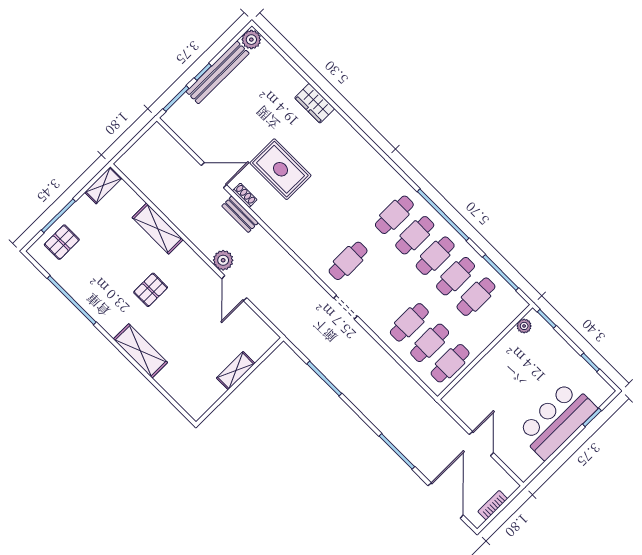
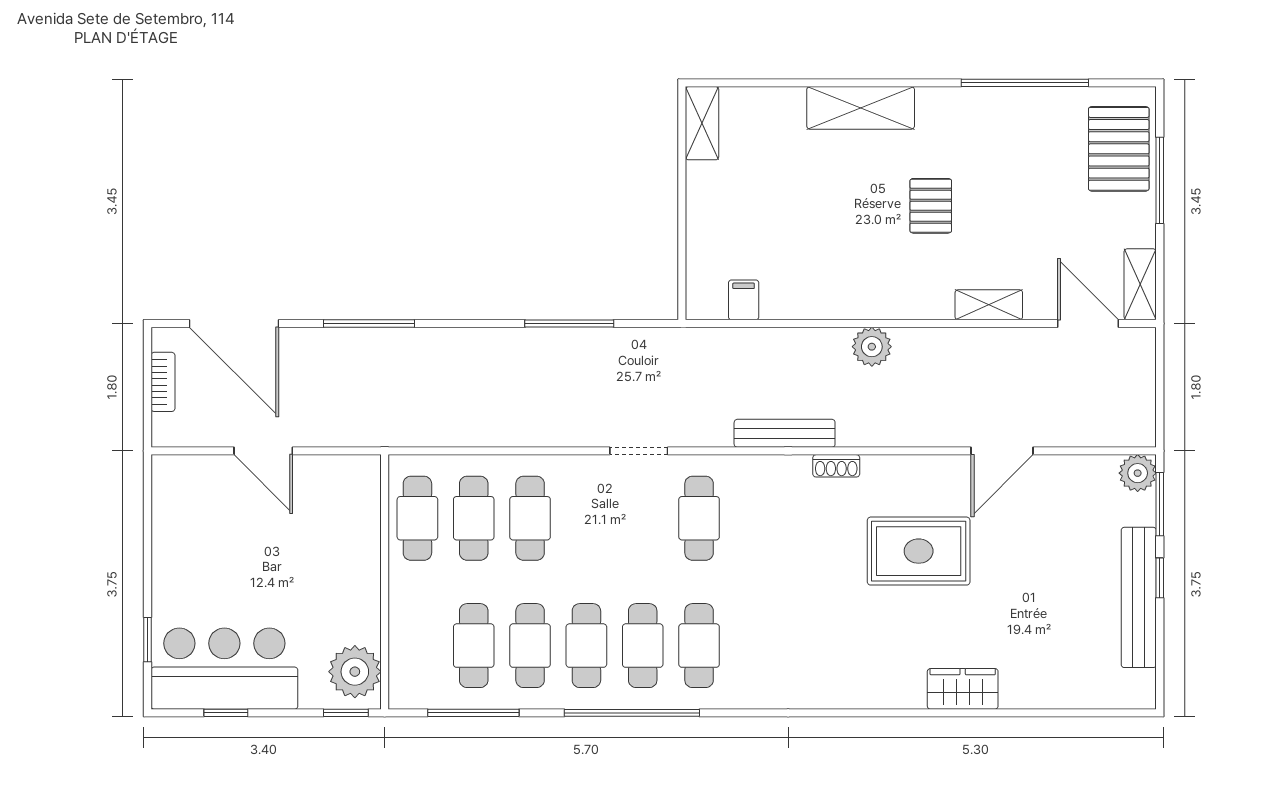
plant: (251, 40) -> (1138, 473), moved
shoe rack: (245, 195) -> (836, 466), moved
bench: (240, 214) -> (785, 433), moved, width x1.36
shelving: (158, 229) -> (989, 305), width x0.67, depth x0.75
pallet: (62, 242) -> (1119, 149), width x1.50, depth x1.42
door: (234, 288) -> (1088, 324), moved
filing cabinet: (253, 324) -> (744, 300), added
plant: (524, 326) -> (355, 672), width x1.88, depth x1.88
shelving: (236, 371) -> (702, 123), moved
bar counter: (557, 420) -> (224, 669), moved, turned -90

